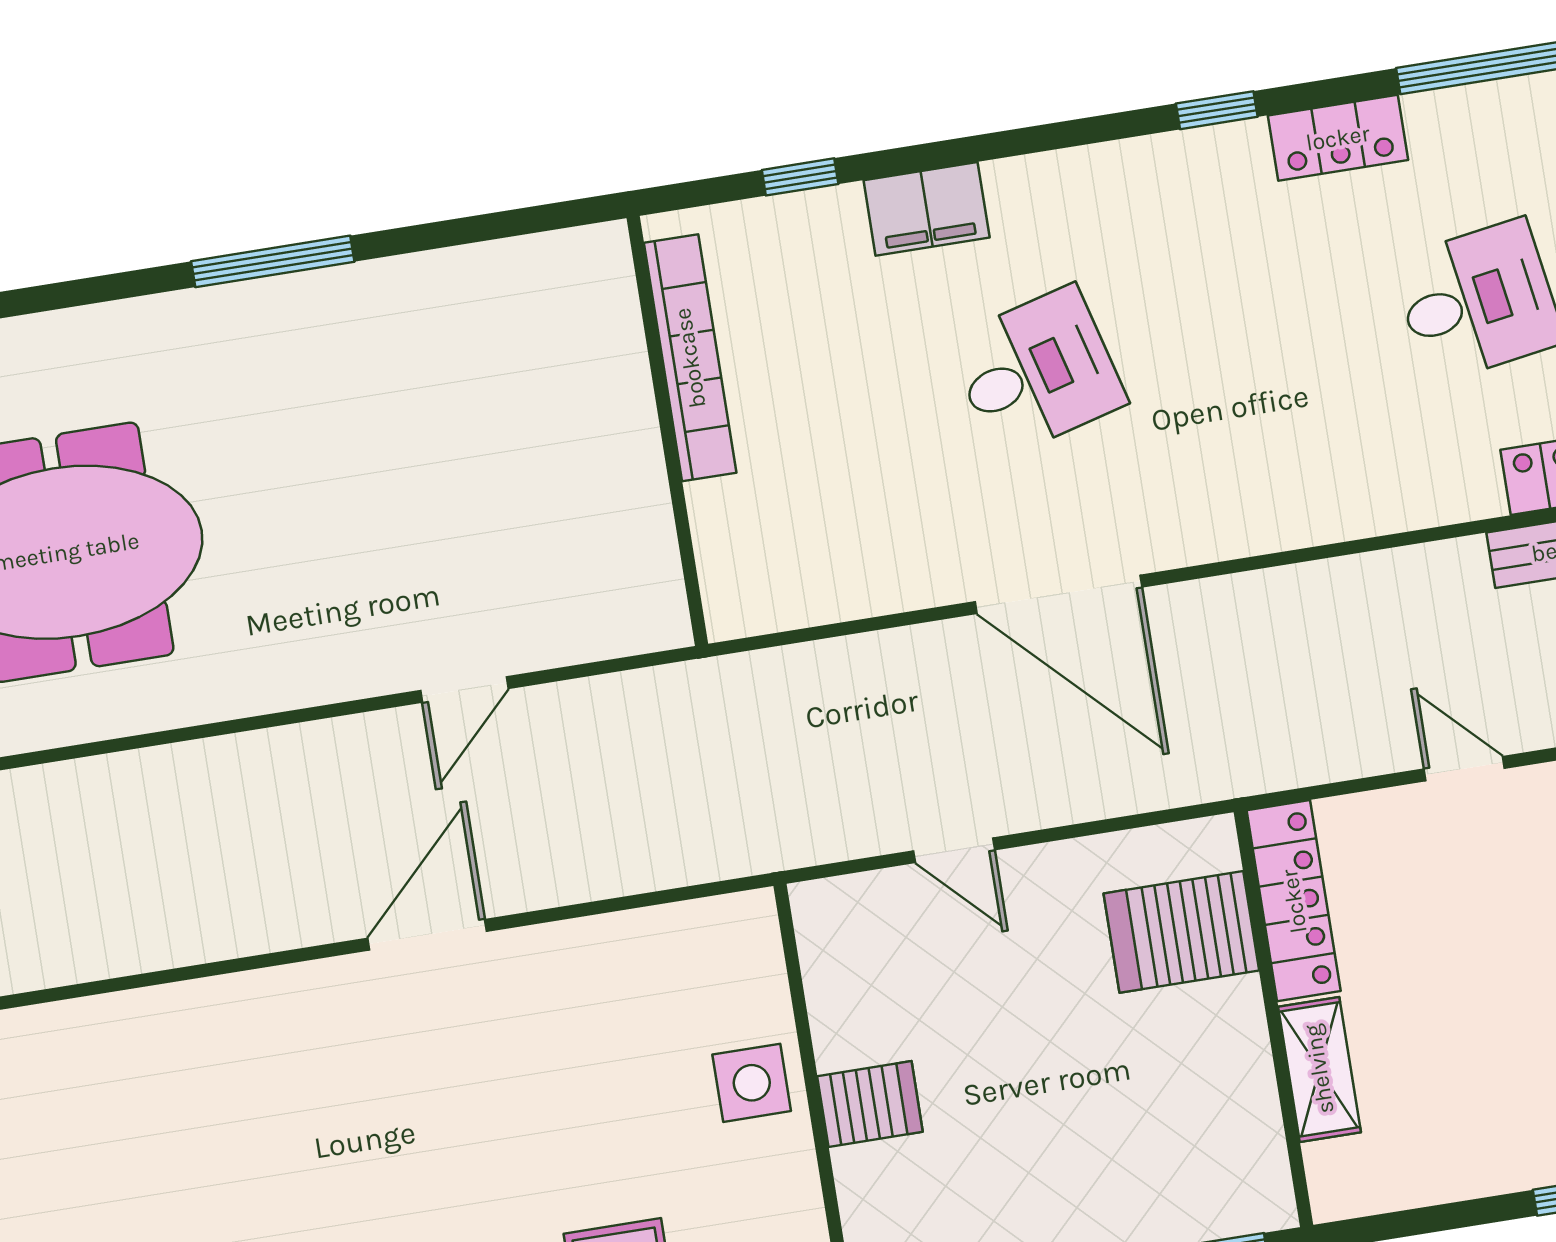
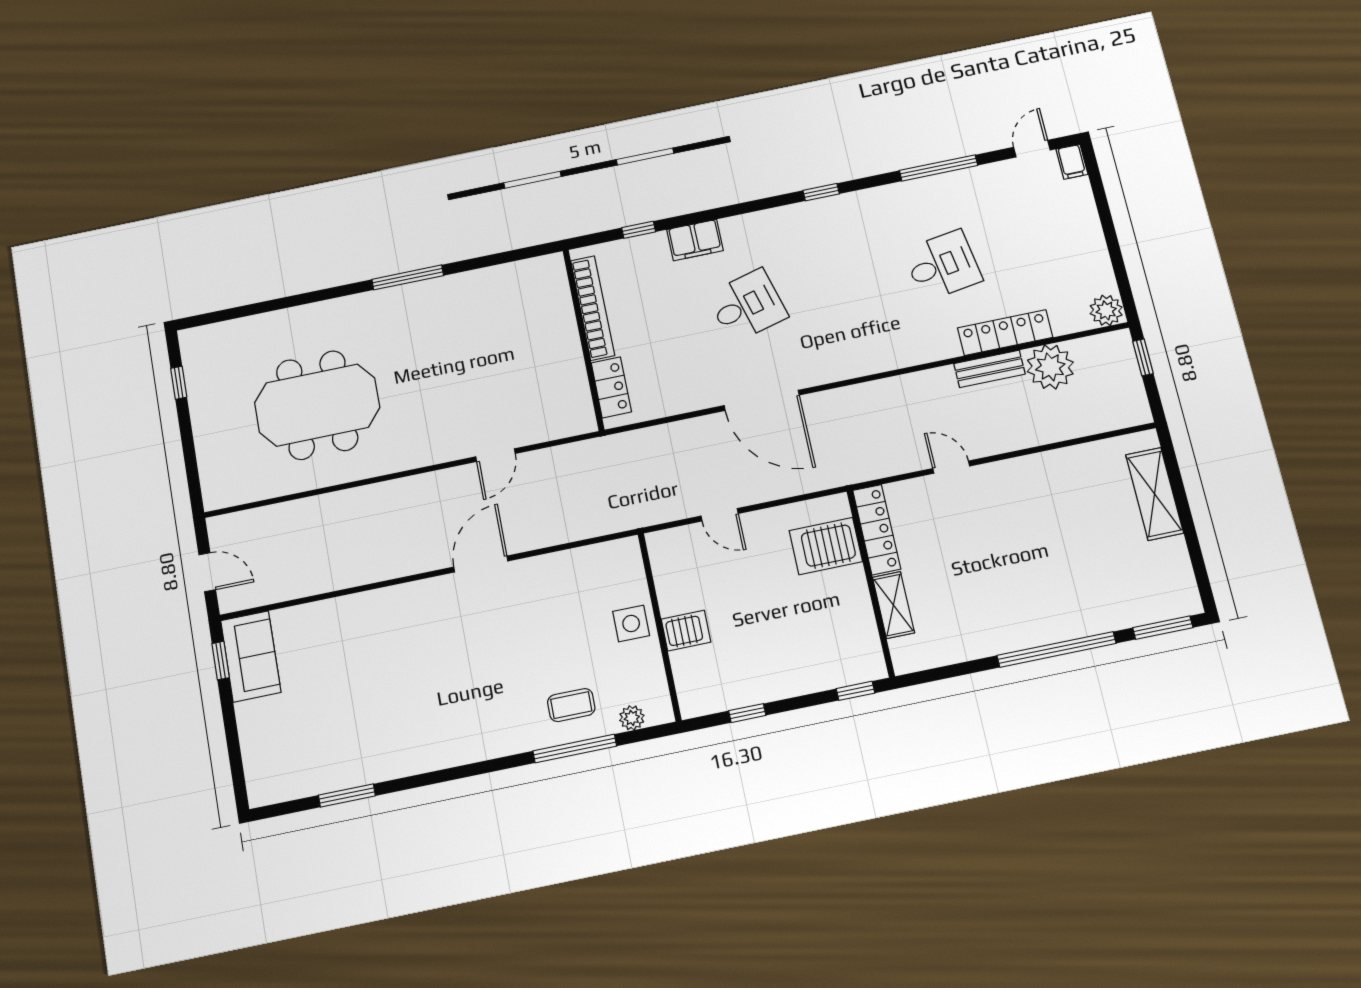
locker: (1338, 138) -> (611, 387), moved, turned -90

